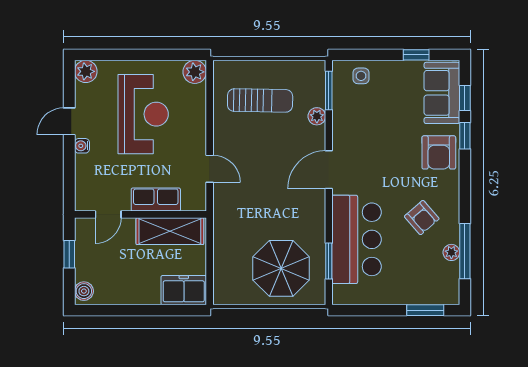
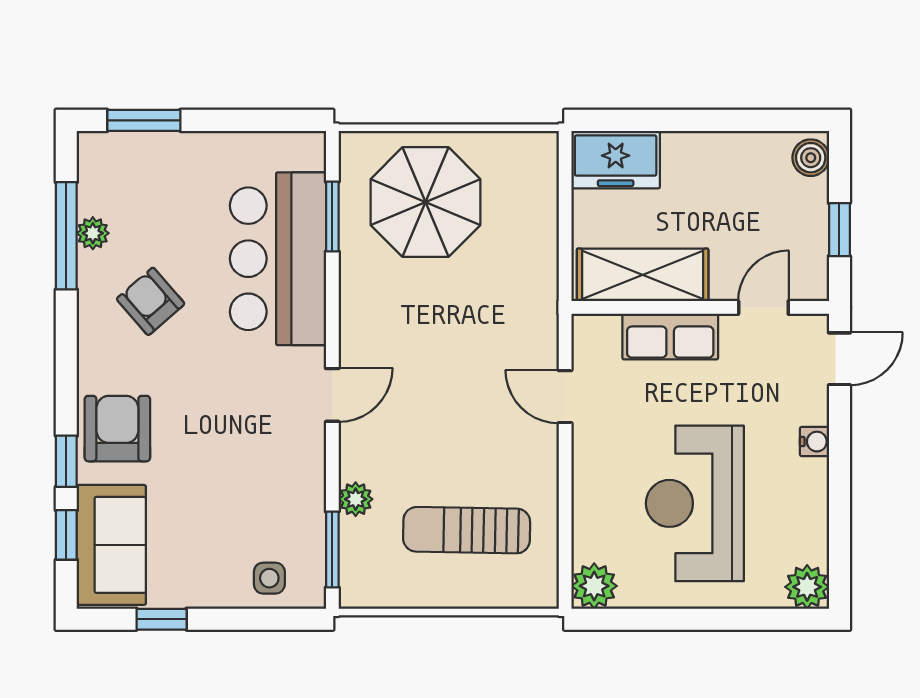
door: (69, 121) -> (839, 359), moved
door: (329, 170) -> (332, 395), width x0.73

